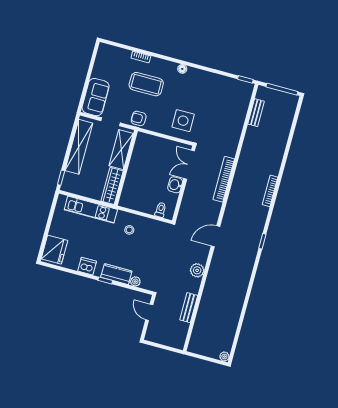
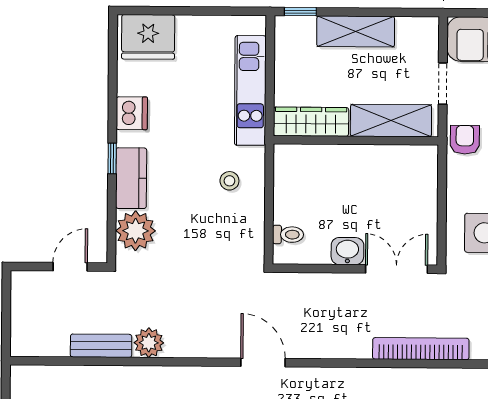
shelving: (79, 147) -> (356, 31), width x0.68
bookcase: (224, 179) -> (421, 349), moved
plant: (197, 270) -> (149, 343), moved
plant: (135, 281) -> (136, 231), width x1.88, depth x1.88

